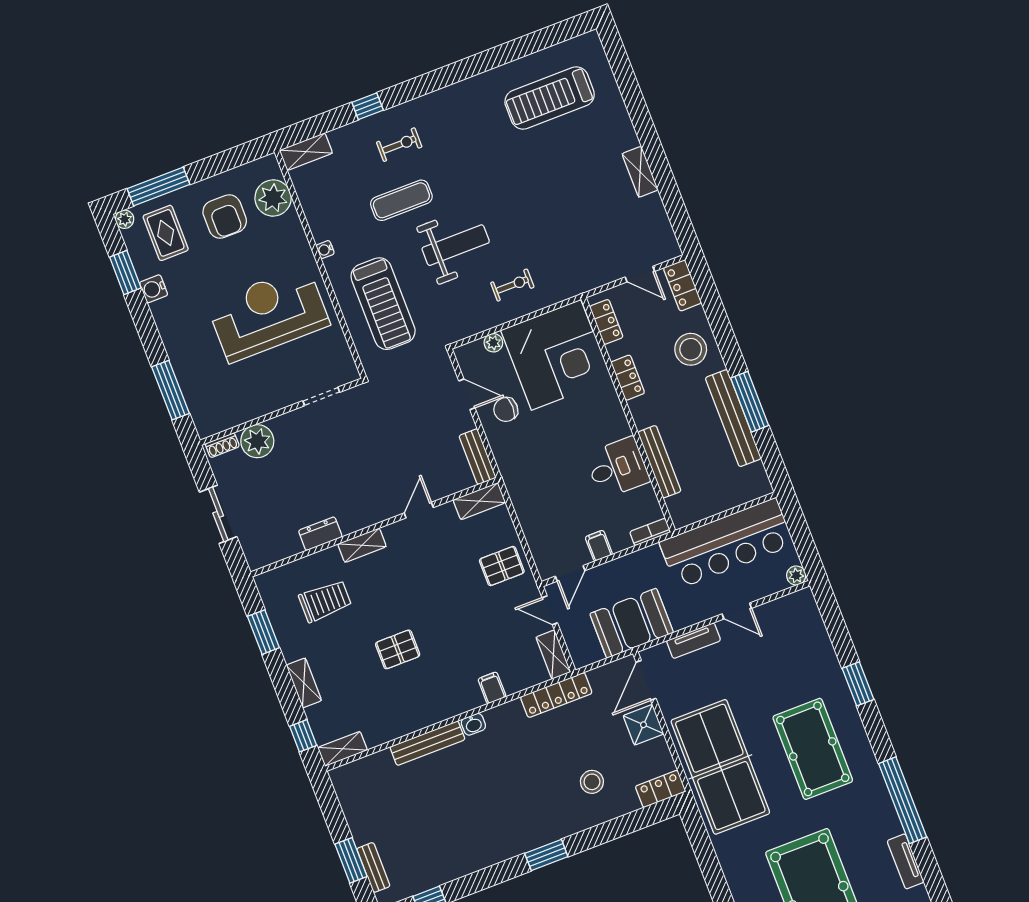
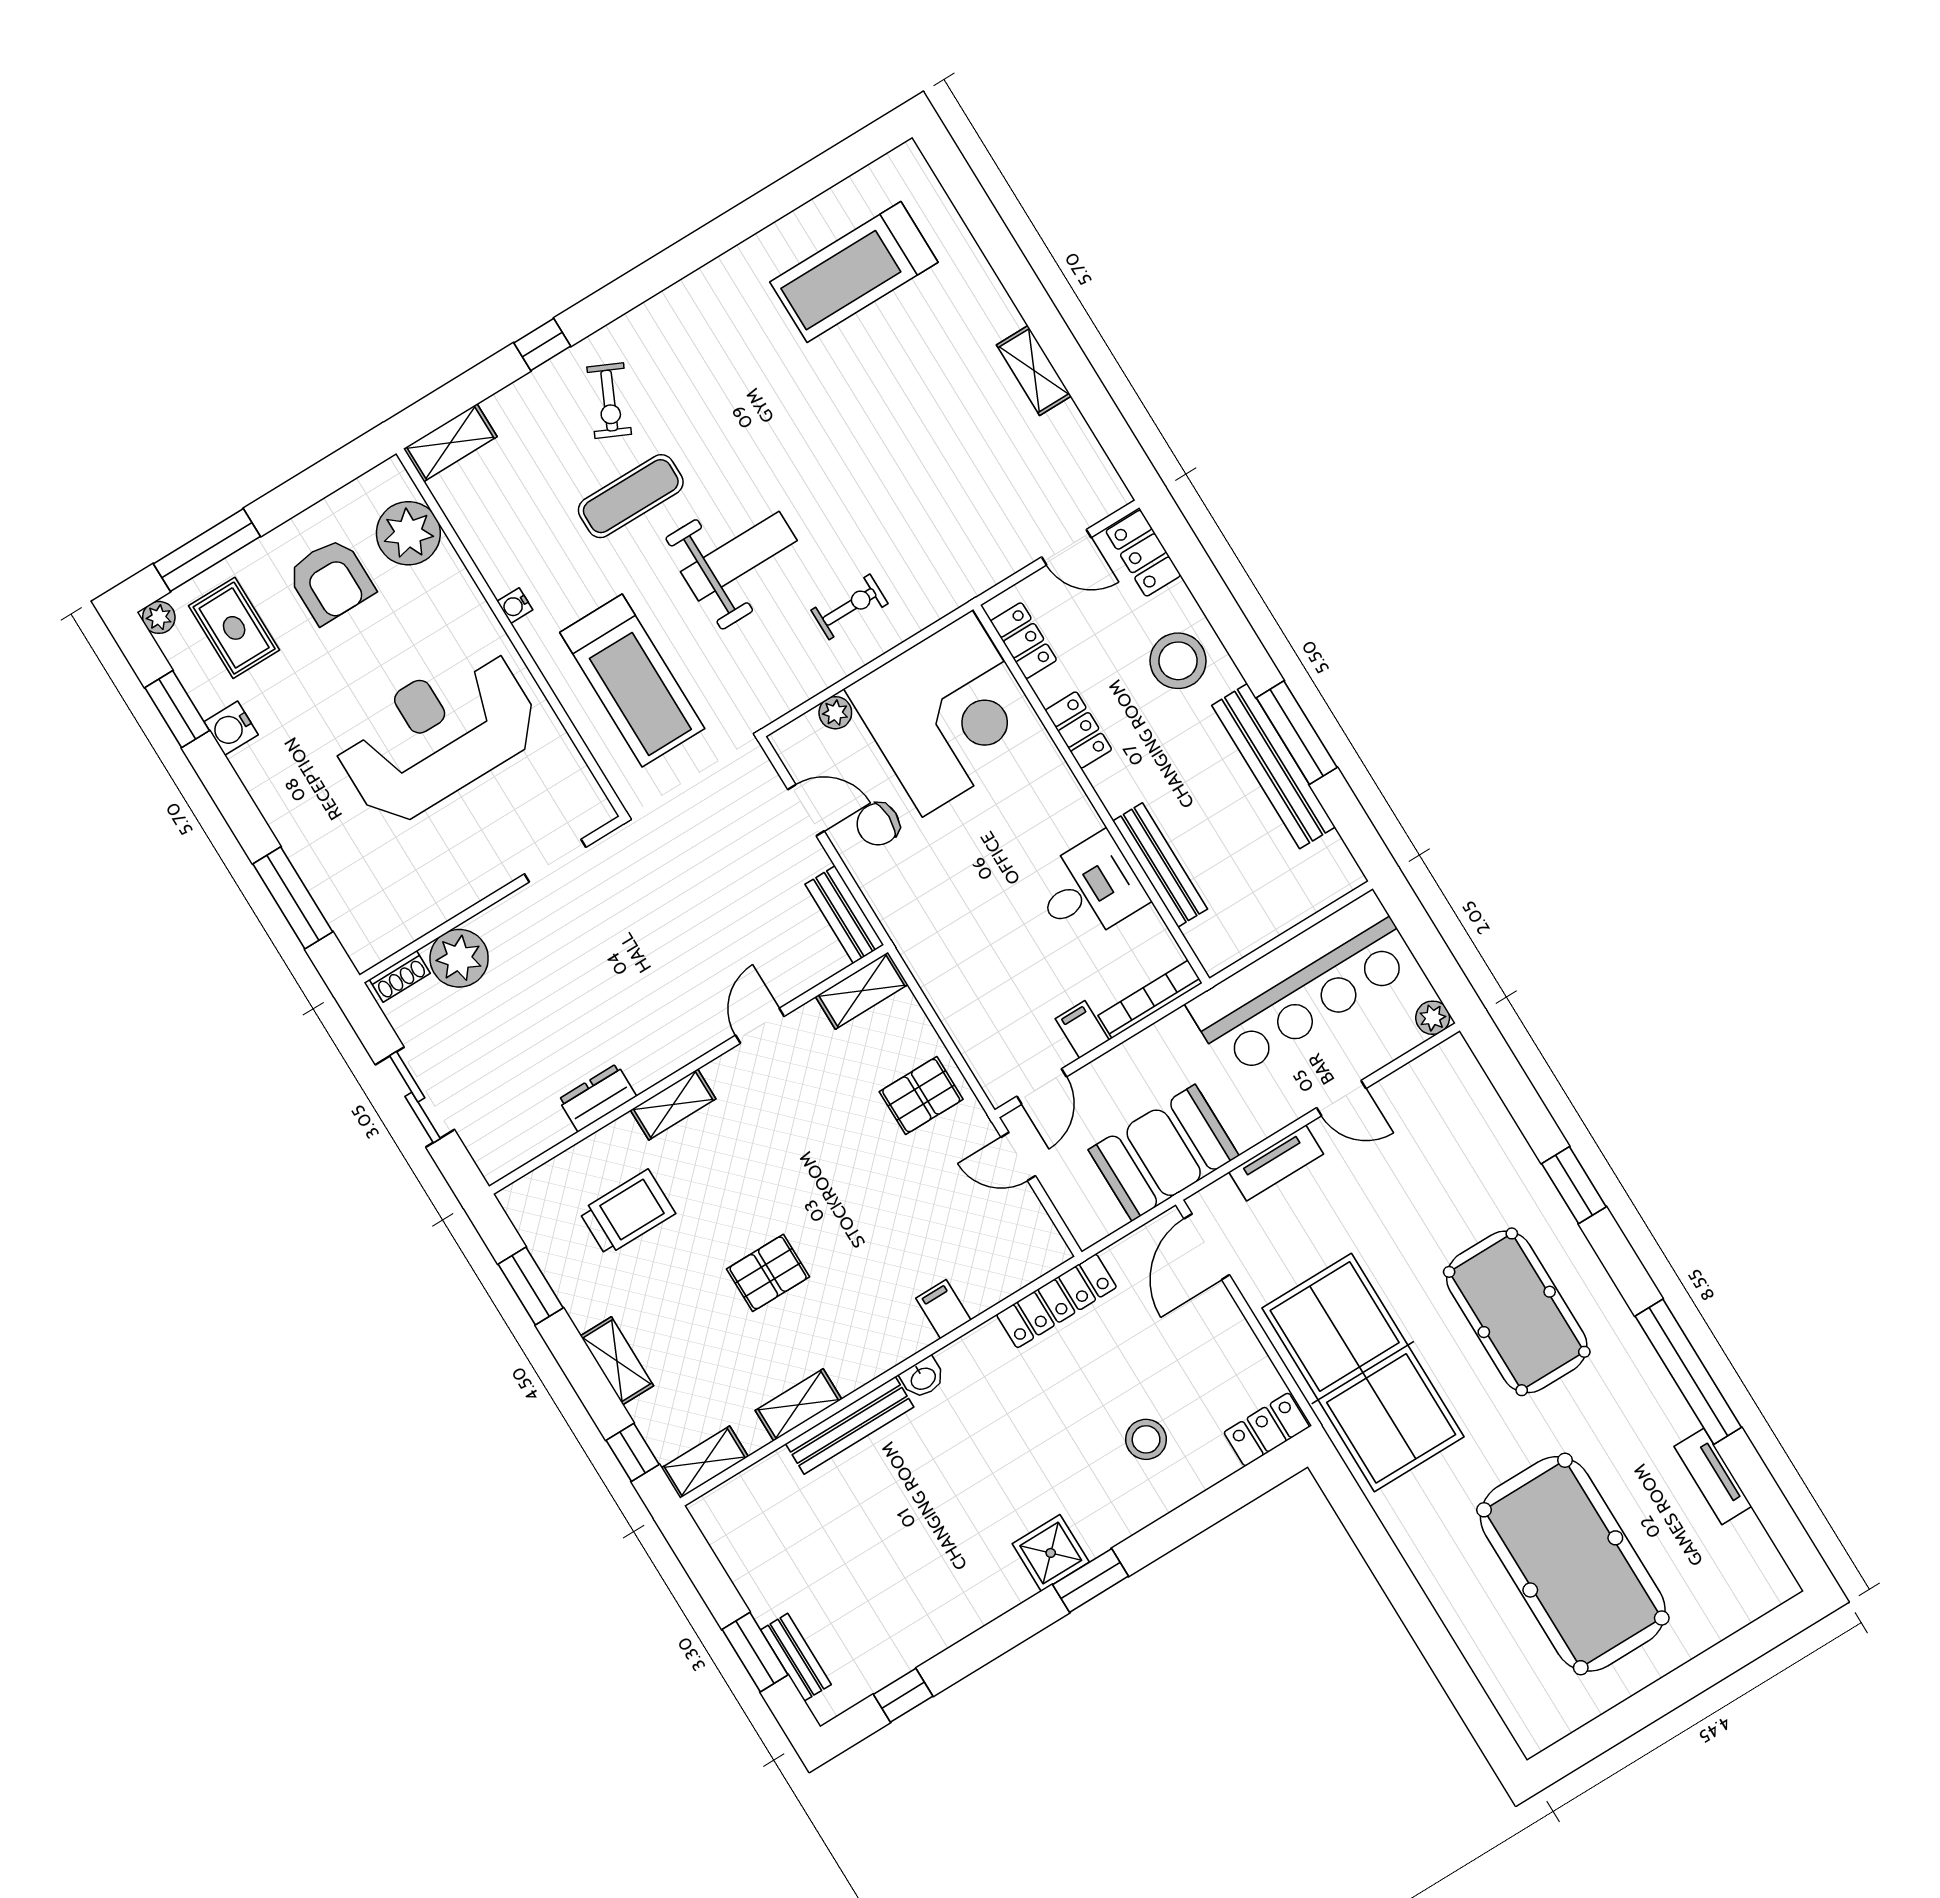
exercise bike: (399, 145) -> (609, 401), turned 115
bookcase: (650, 532) -> (1150, 999), width x1.56
shelving: (553, 655) -> (799, 1405), moved, turned 90
shower: (643, 725) -> (1051, 1553), moved

